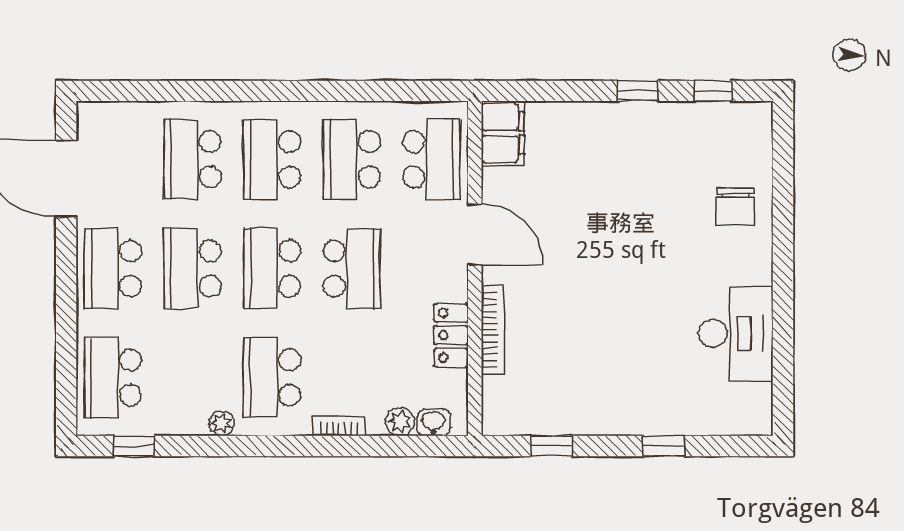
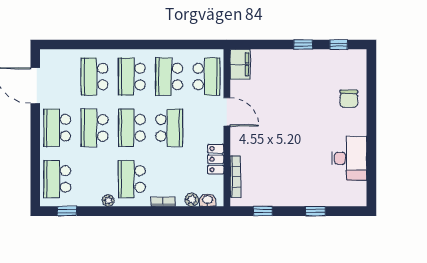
bookcase: (493, 330) -> (235, 177), moved

